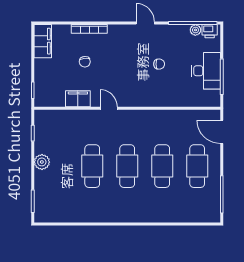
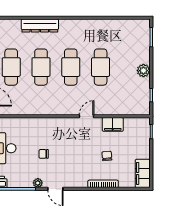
plant: (195, 30) -> (38, 183), moved
door: (109, 108) -> (87, 116), swing flipped
dresser: (163, 215) -> (40, 25), added

